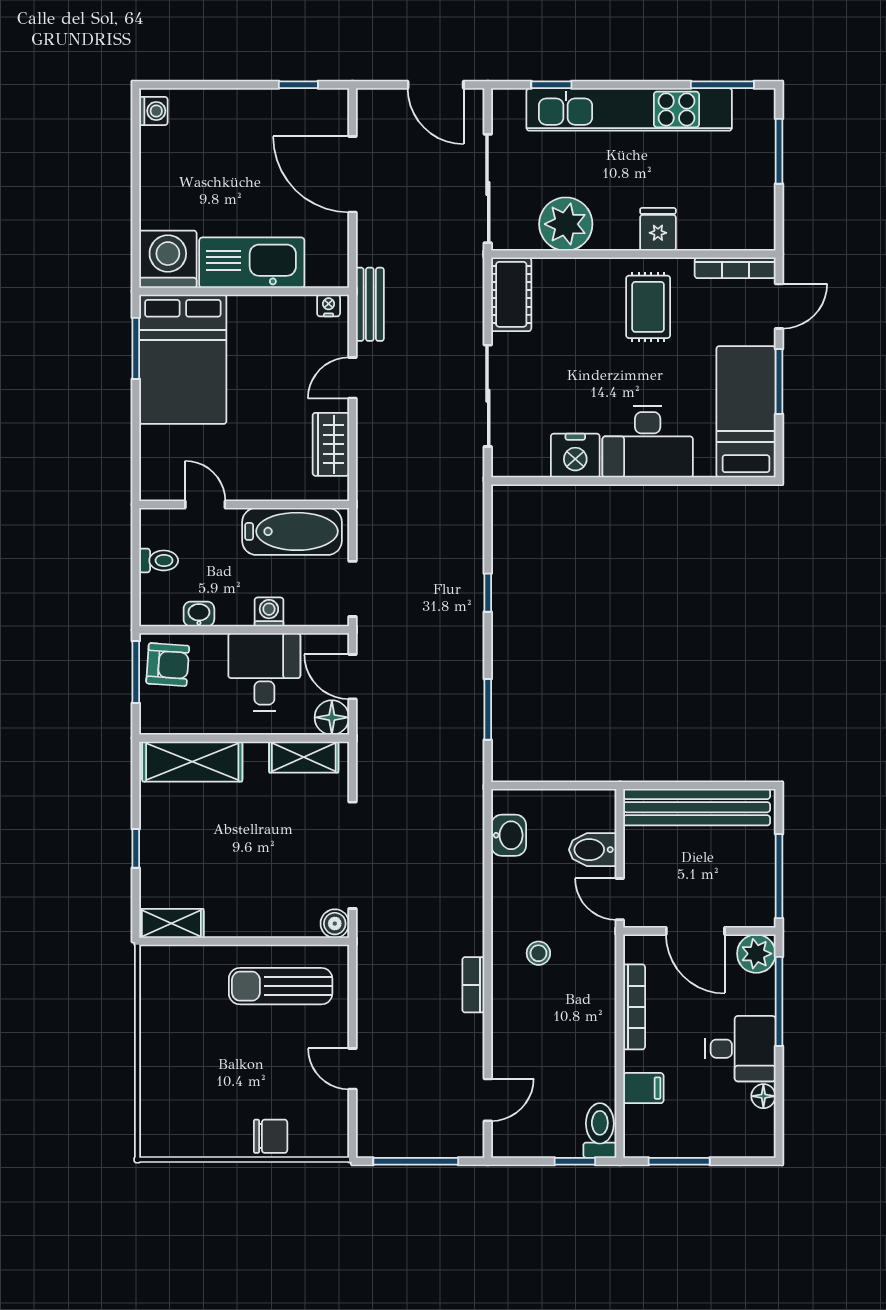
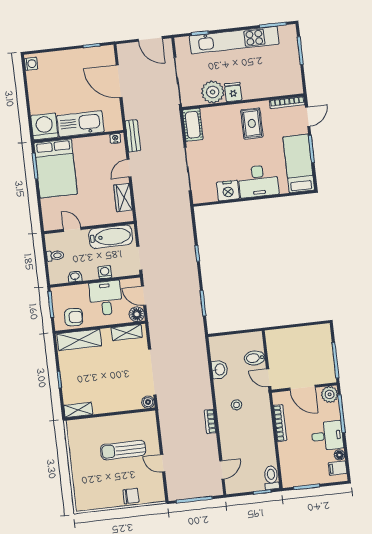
fridge: (658, 229) -> (233, 92), moved
armchair: (168, 665) -> (74, 317), moved
bench: (697, 807) -> (297, 335), removed
washbasin: (509, 835) -> (220, 370), moved
sun lounger: (281, 986) -> (123, 450), moved
filing cabinet: (643, 1088) -> (338, 468), moved, turned 180

